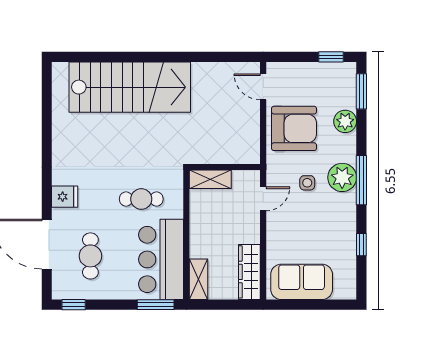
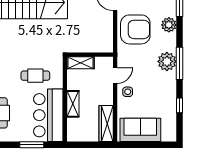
side table: (307, 183) -> (128, 92), moved
shelving: (199, 279) -> (73, 104), moved
window: (156, 305) -> (32, 145), moved

